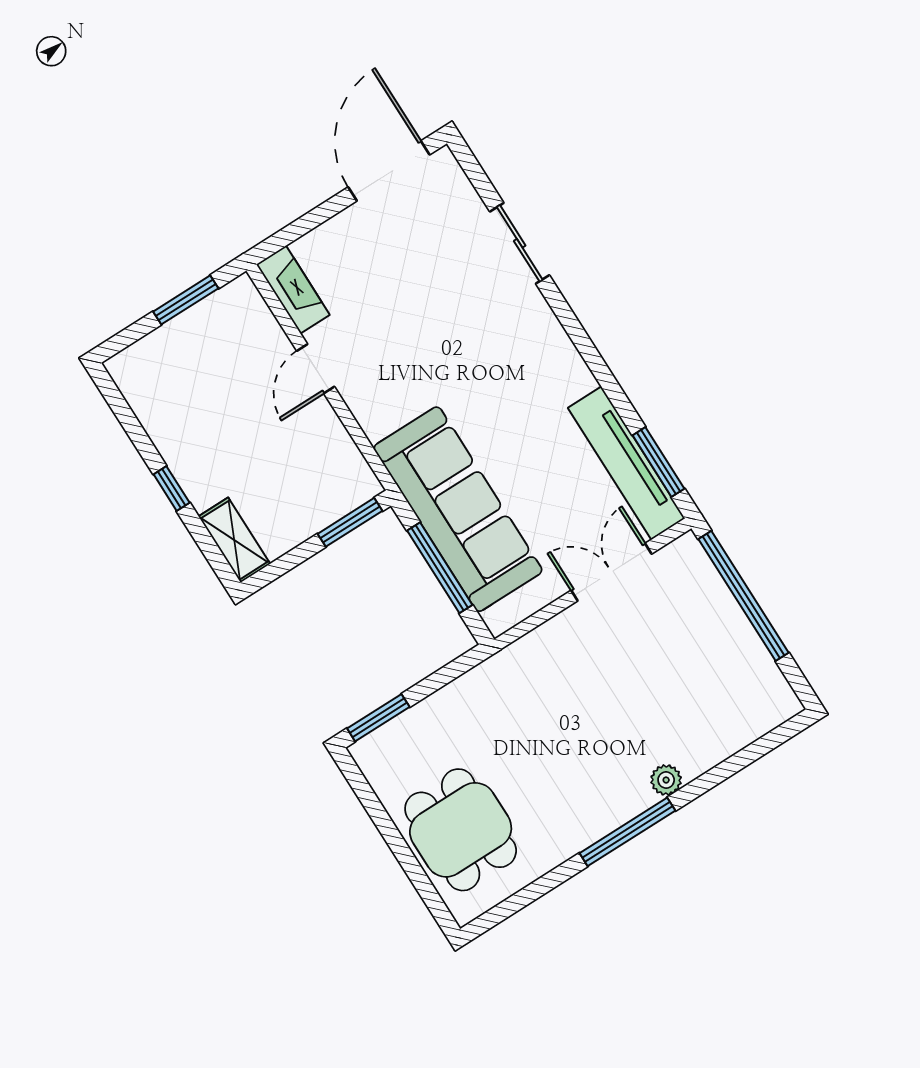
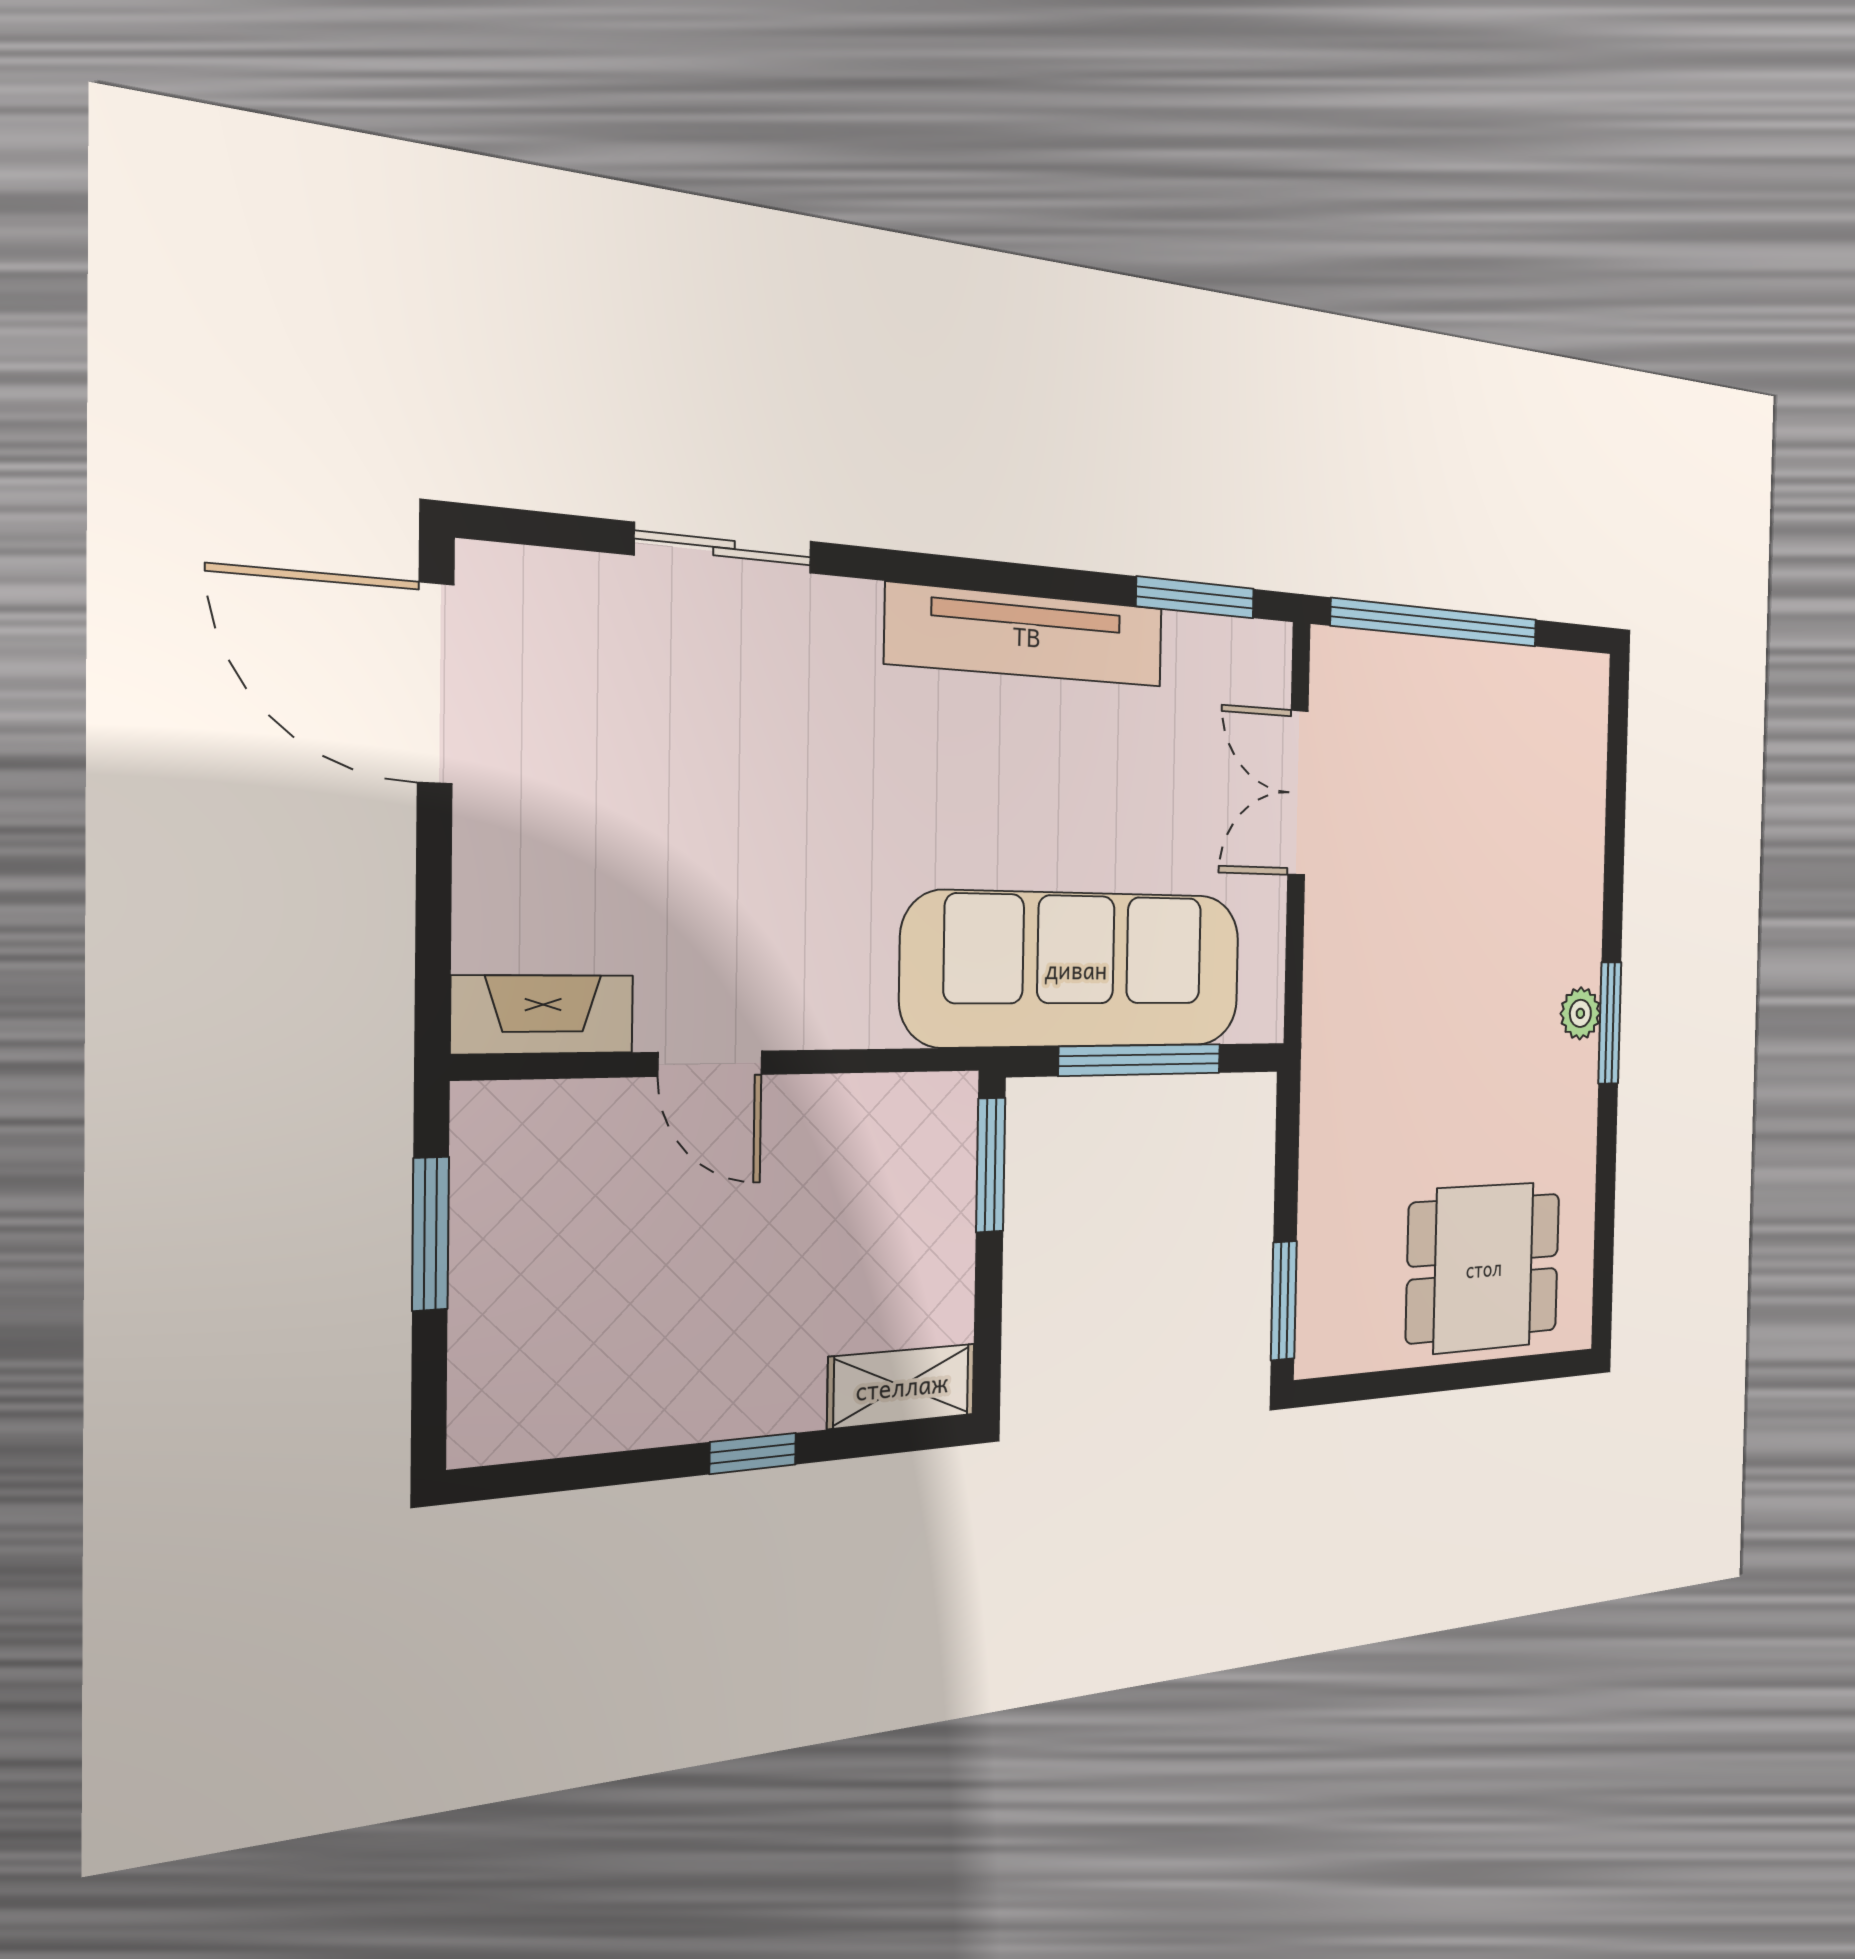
tv unit: (626, 463) -> (1027, 636), moved
plant: (666, 780) -> (1580, 1013), moved
window: (627, 832) -> (1610, 1023), width x0.69

